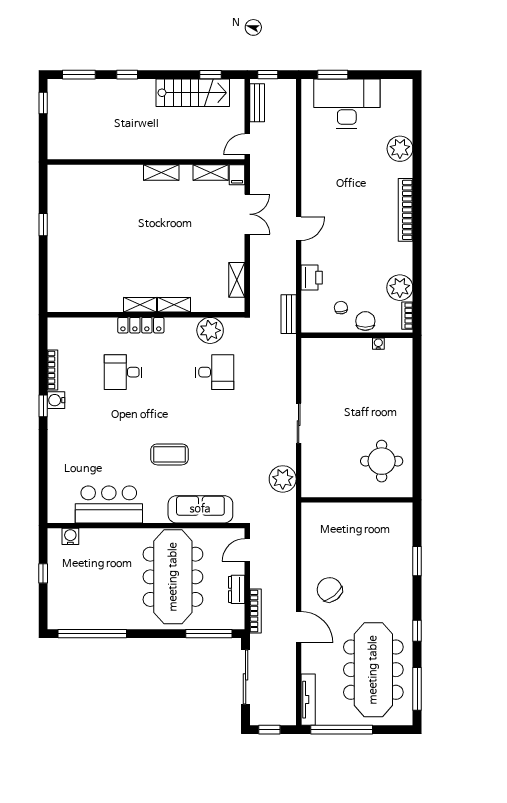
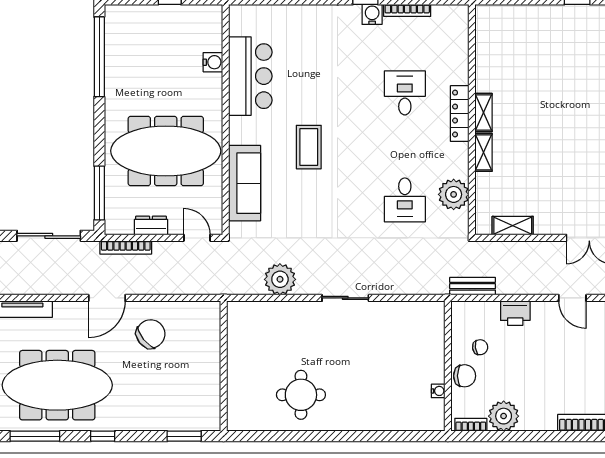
wall: (357, 500) -> (224, 366), moved
water cooler: (70, 536) -> (213, 62), moved

